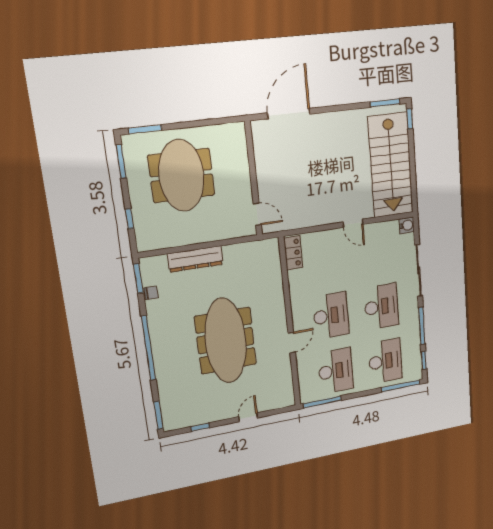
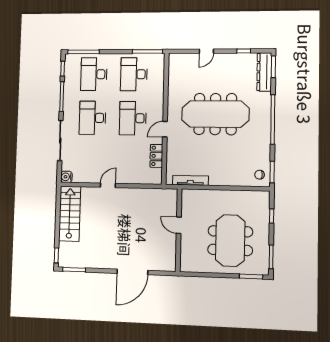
door: (289, 113) -> (132, 272), moved
stairs: (391, 165) -> (70, 214), width x0.73, depth x0.66
door: (257, 214) -> (179, 225), moved
door: (353, 223) -> (108, 185), hinge flipped
tv unit: (247, 248) -> (190, 180), added
locker: (293, 253) -> (156, 156), moved
dresser: (195, 259) -> (264, 72), moved, turned -90
chair: (151, 293) -> (259, 175), moved
meeting table: (226, 341) -> (215, 114), turned 90
door: (292, 343) -> (165, 129), moved

